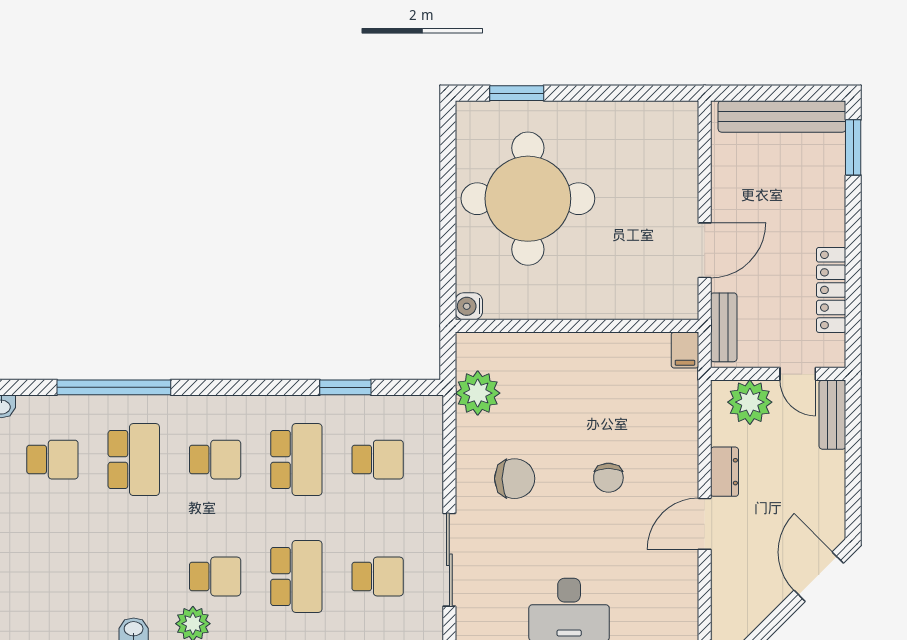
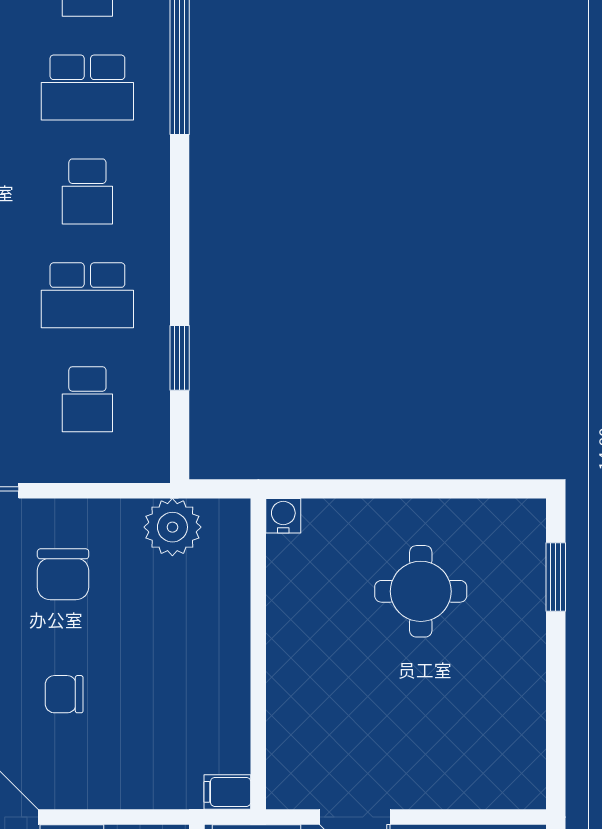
round table: (528, 199) -> (421, 591), width x0.54, depth x0.54

